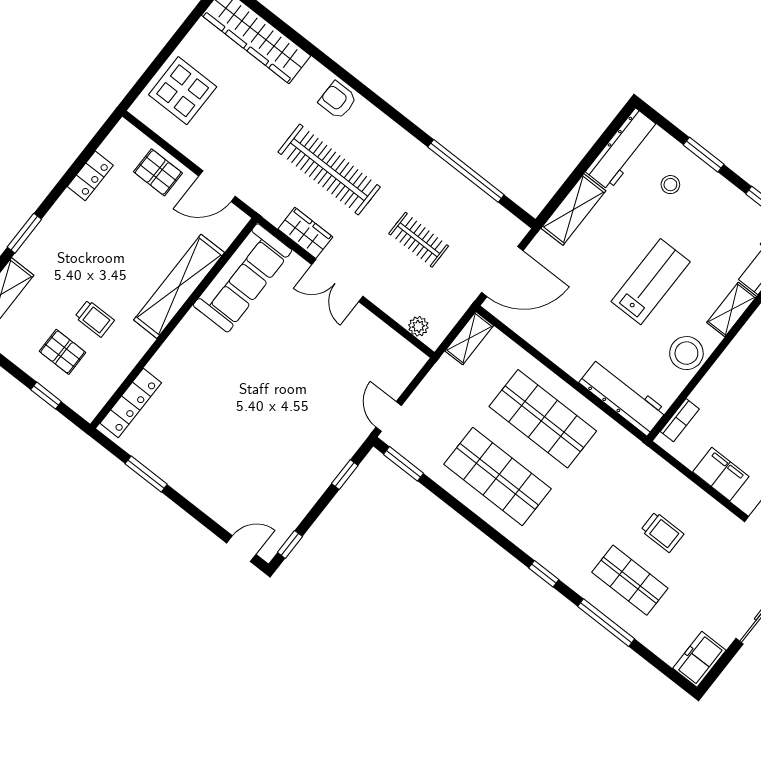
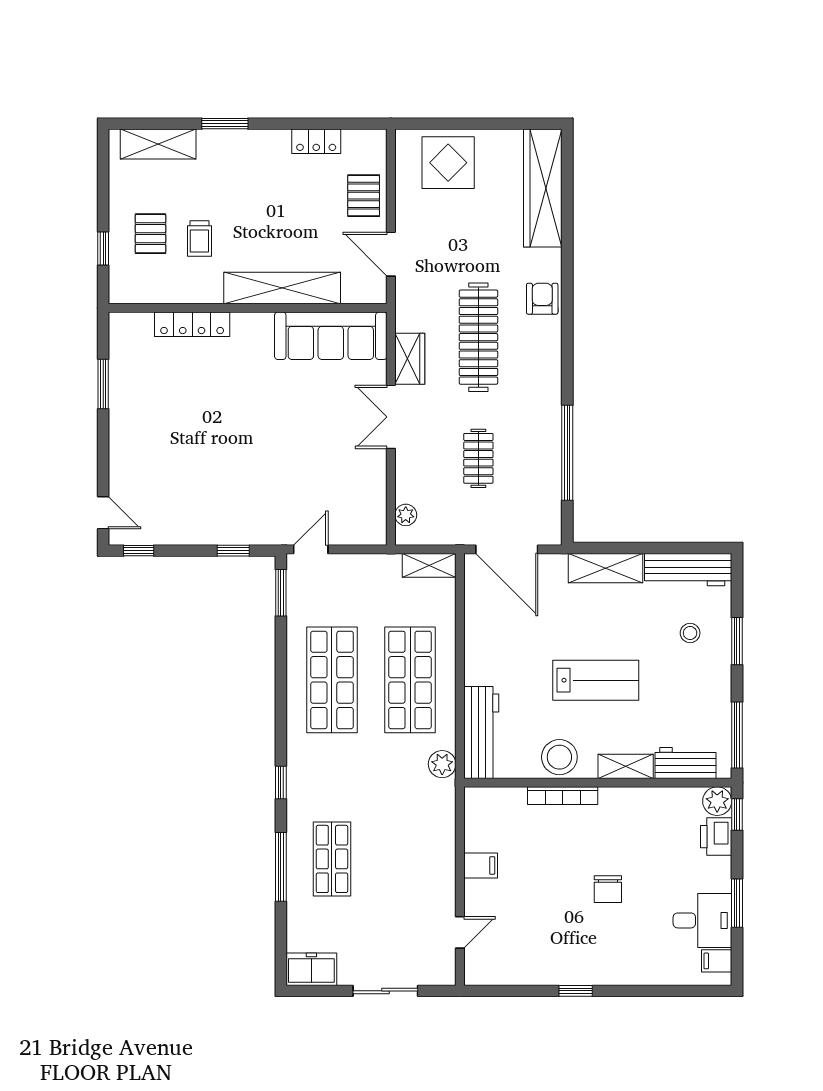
locker: (131, 403) -> (192, 324), moved
bookcase: (680, 420) -> (563, 796), moved, width x1.56
plant: (624, 444) -> (442, 764), added
filing cabinet: (721, 474) -> (481, 865), width x0.50
trolley: (662, 532) -> (393, 855), removed

